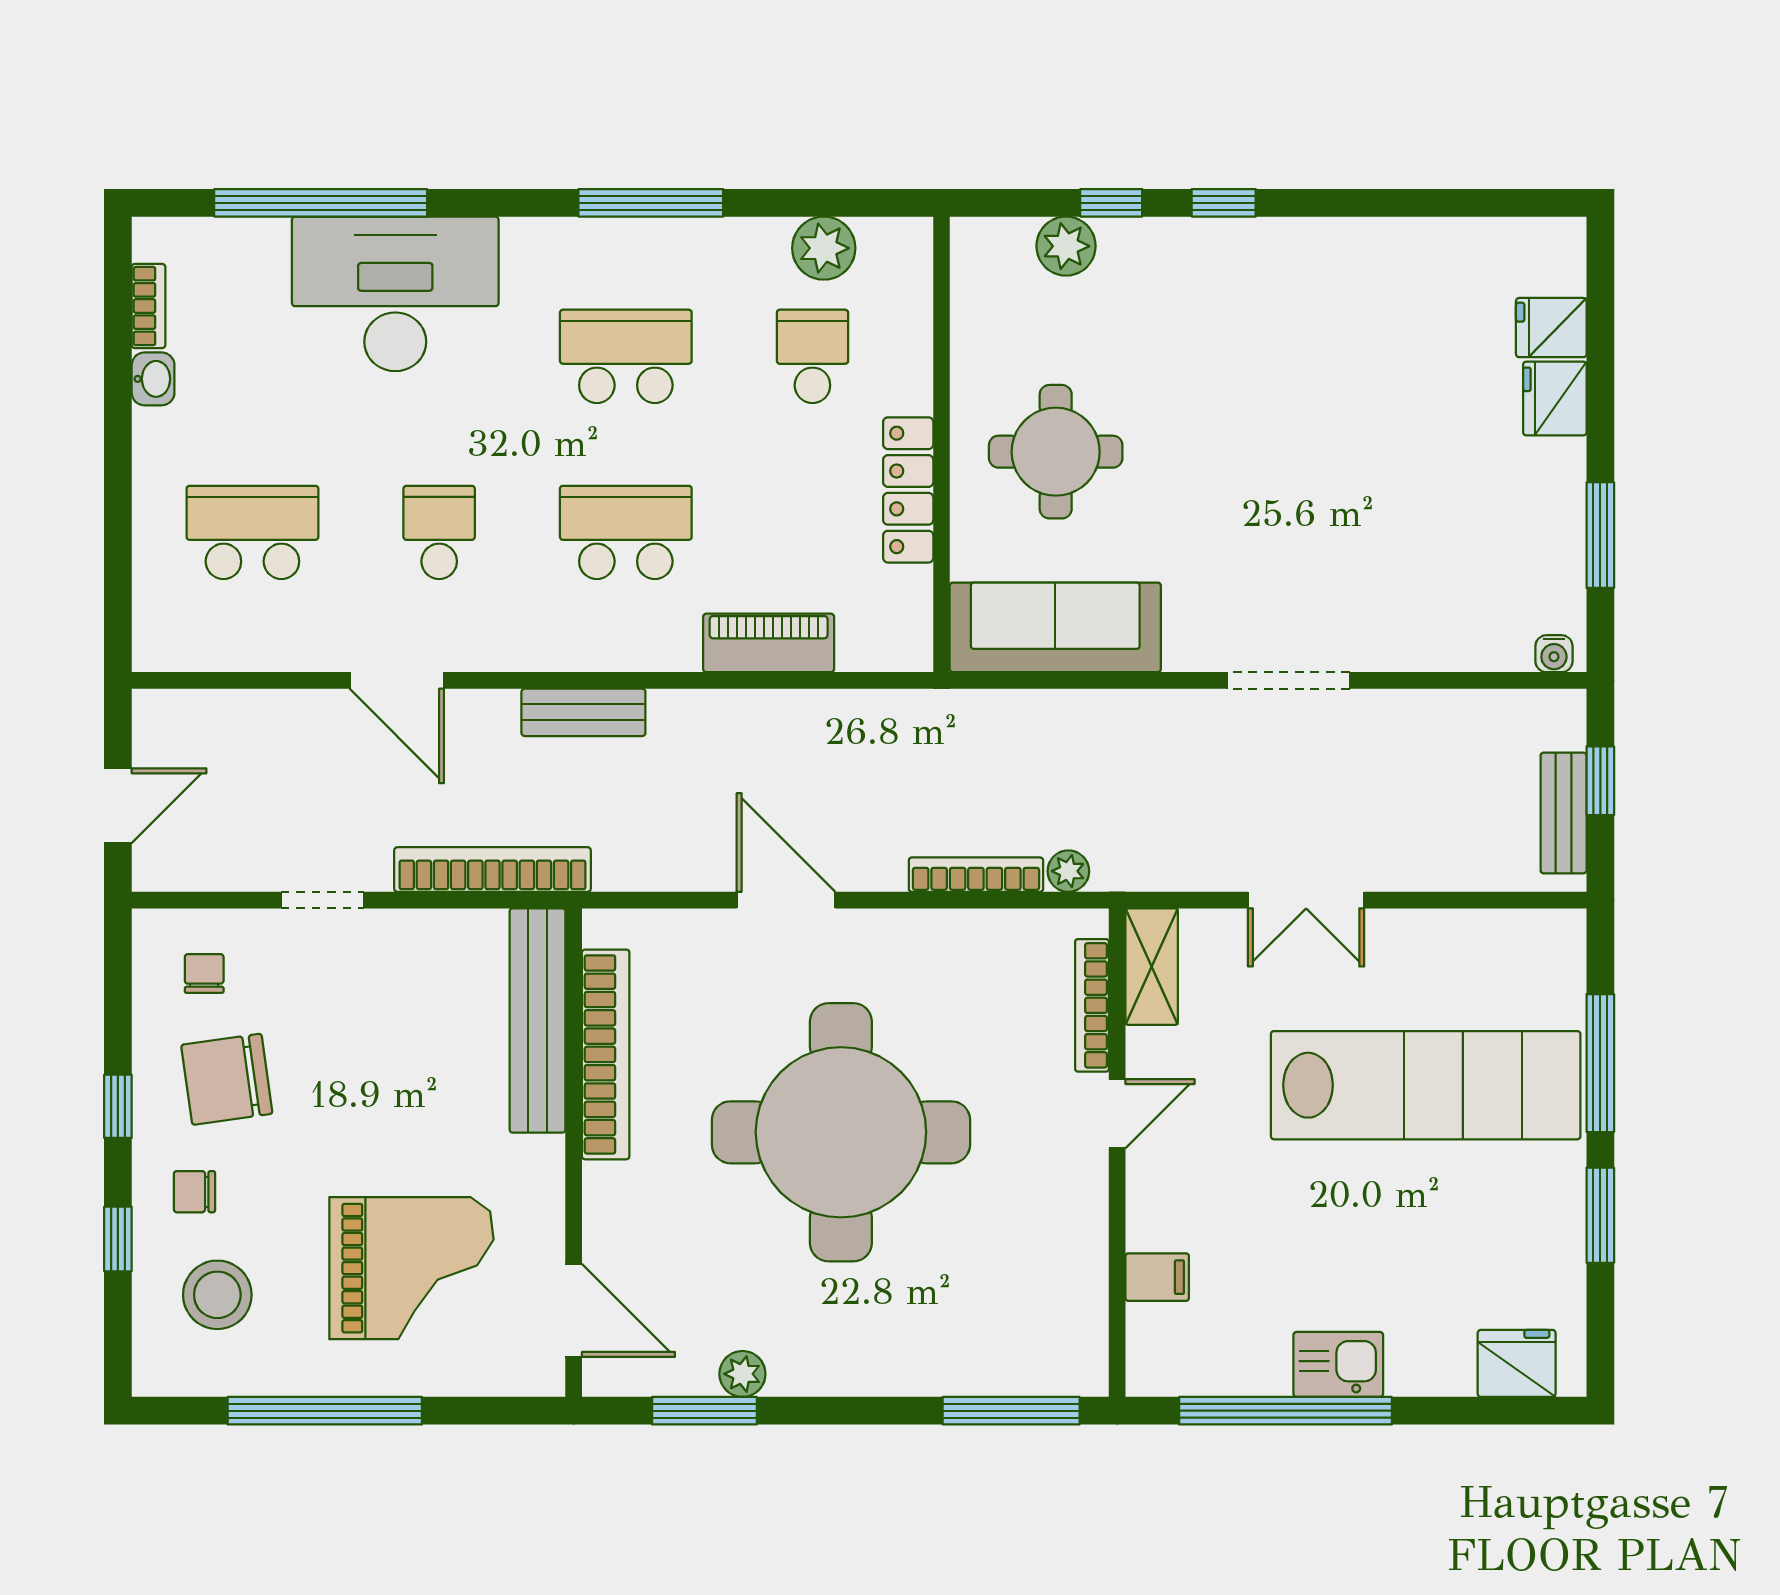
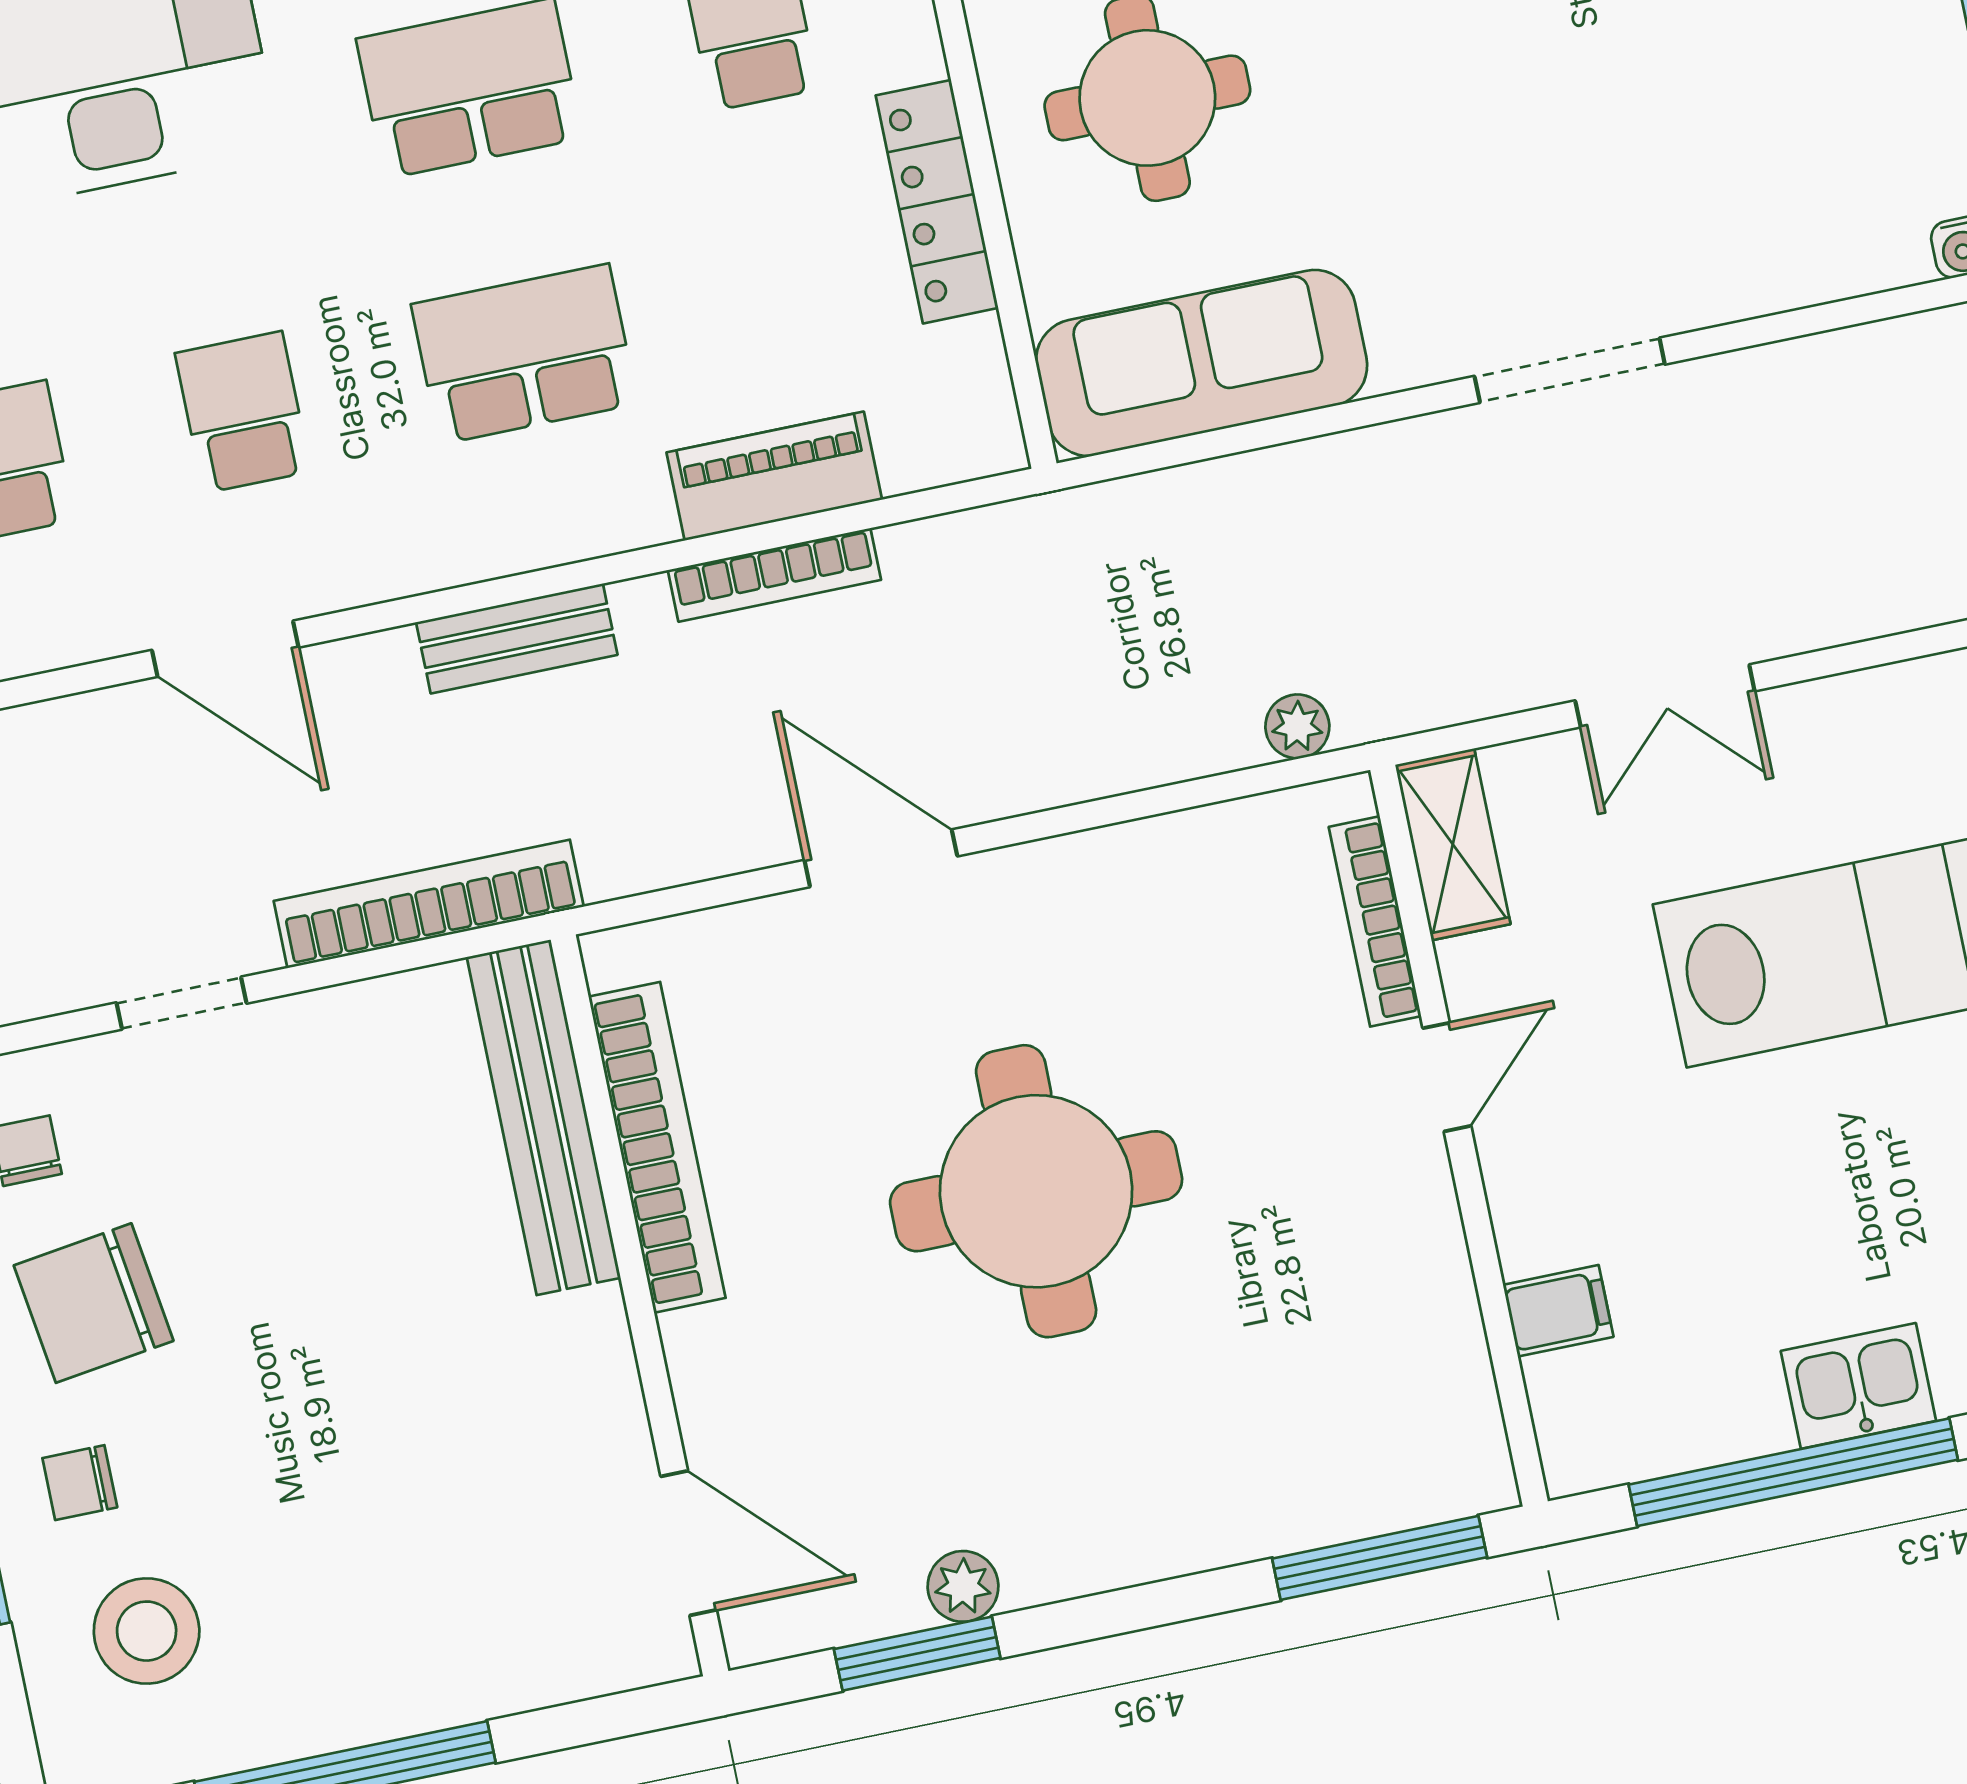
bookcase: (976, 875) -> (774, 575), moved, turned 180
round table: (841, 1132) -> (1036, 1191), width x0.73, depth x0.73
grand piano: (411, 1268) -> (431, 1530), removed

